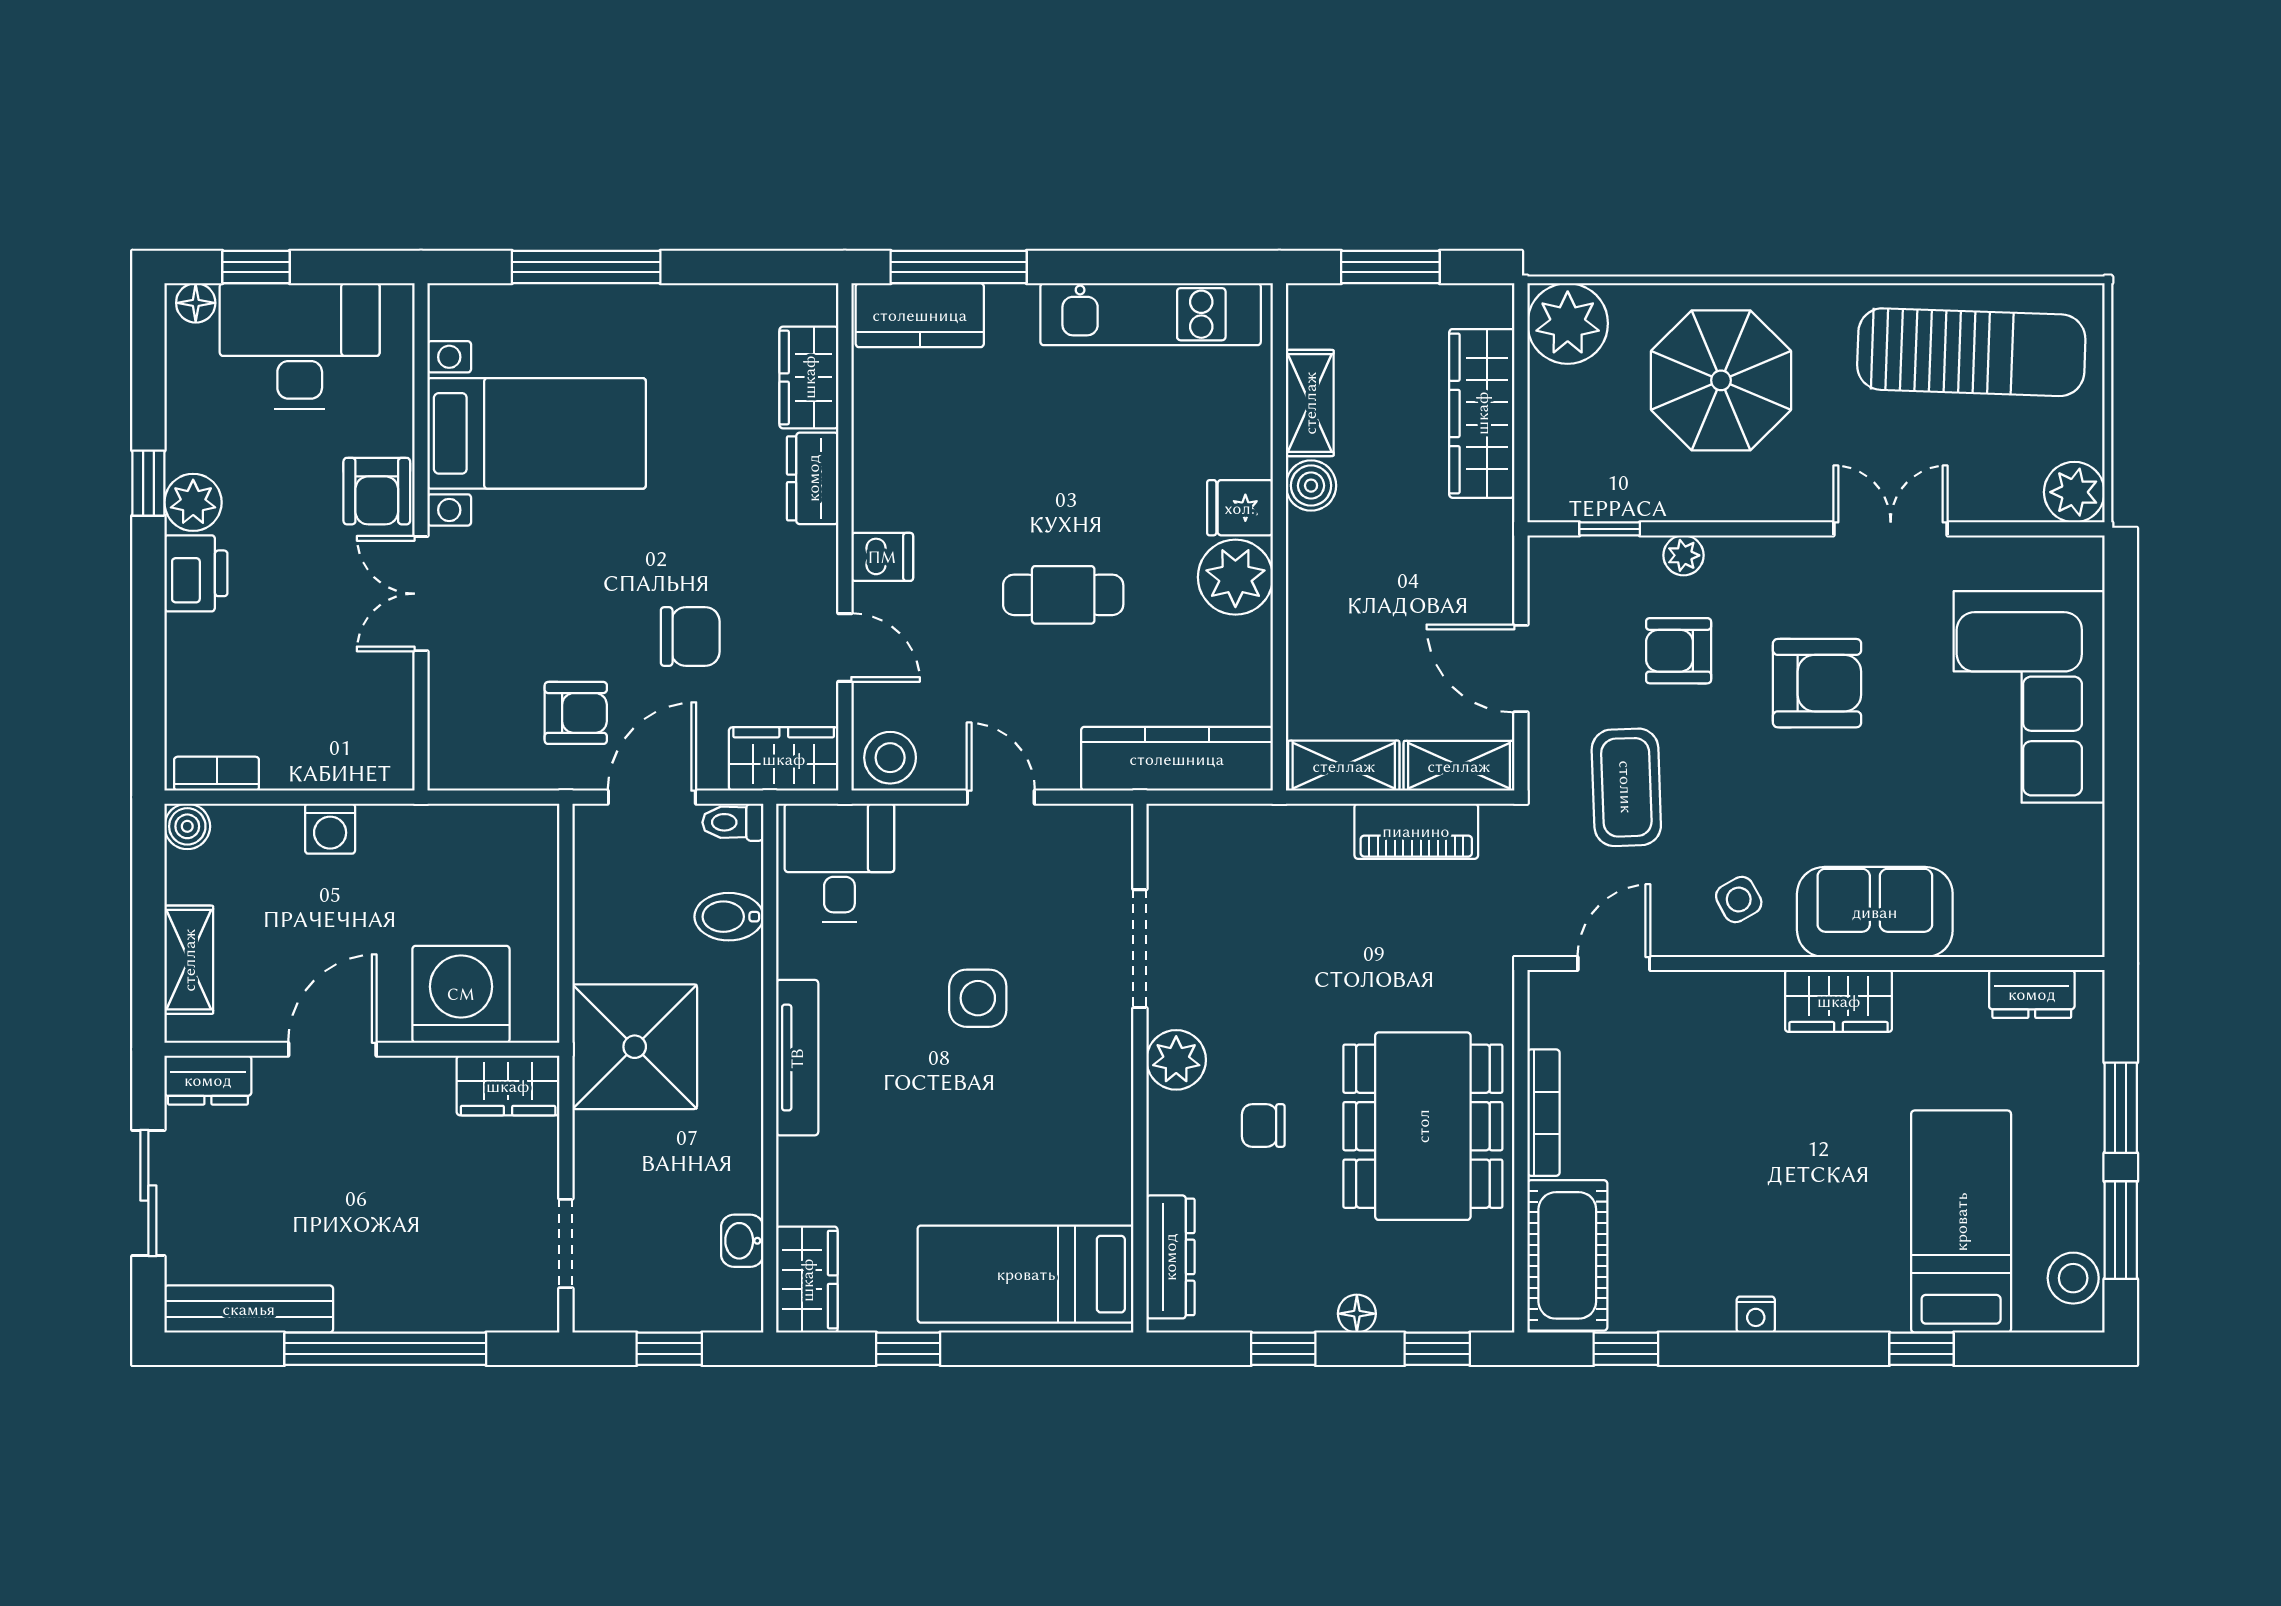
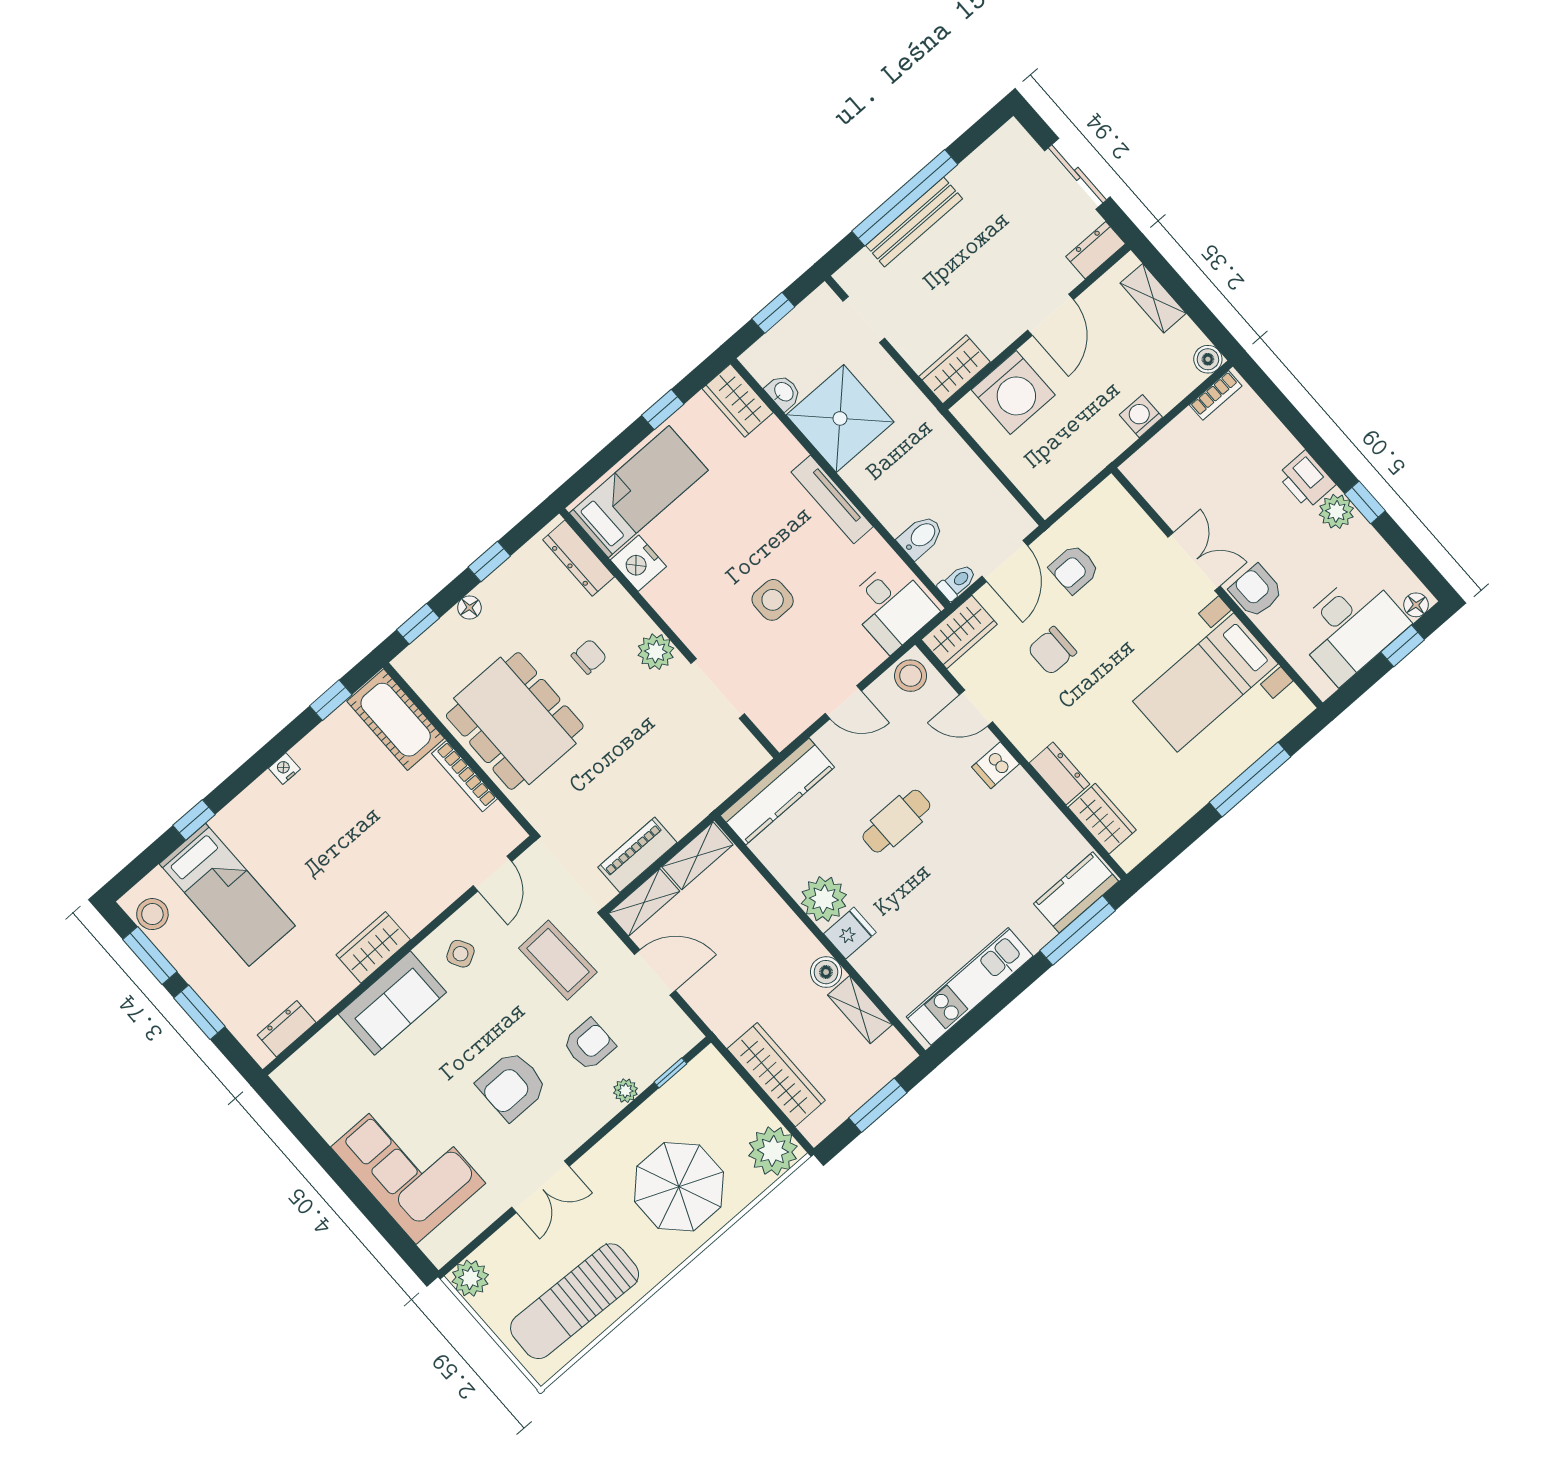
shower: (635, 1047) -> (840, 418), moved
nightstand: (1103, 1187) -> (638, 563), added
bench: (249, 1309) -> (914, 222), moved

